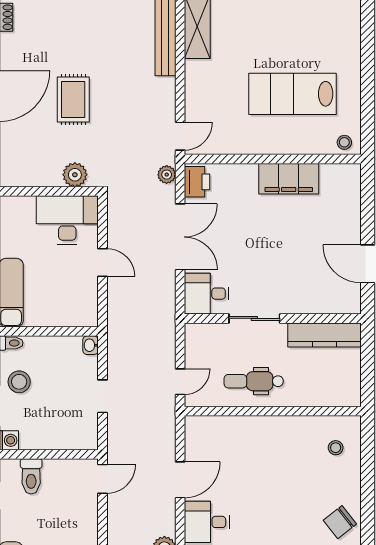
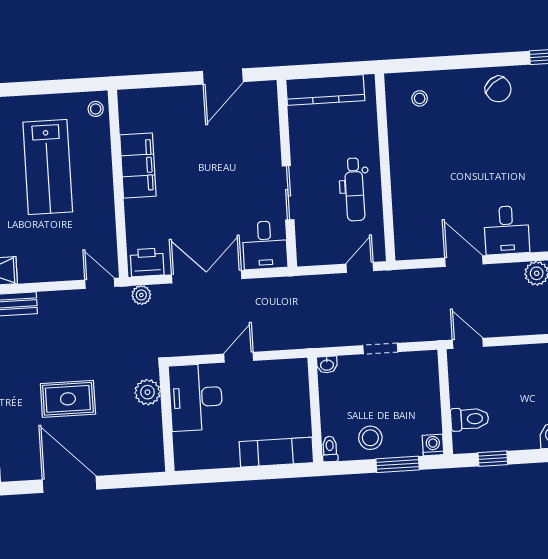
kitchen counter: (325, 335) -> (325, 90), moved, turned 90
door: (180, 382) -> (360, 267), hinge flipped

